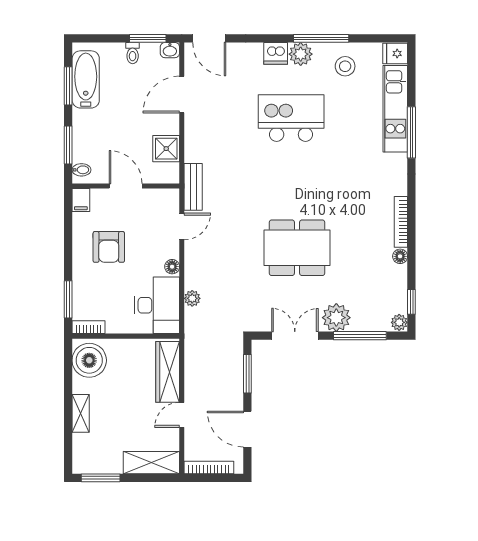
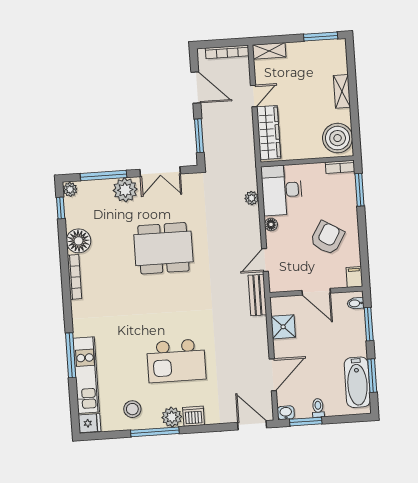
armchair: (109, 247) -> (327, 238), turned 31
floor lamp: (400, 256) -> (79, 241), width x1.89, depth x1.89
shelving: (151, 463) -> (269, 51), width x0.67, depth x0.75

